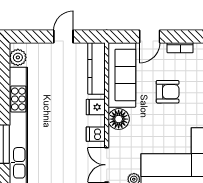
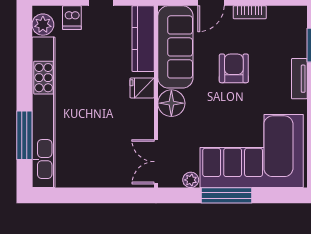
armchair: (168, 92) -> (234, 68), turned -90
dishwasher: (96, 134) -> (72, 18), moved, turned -90

